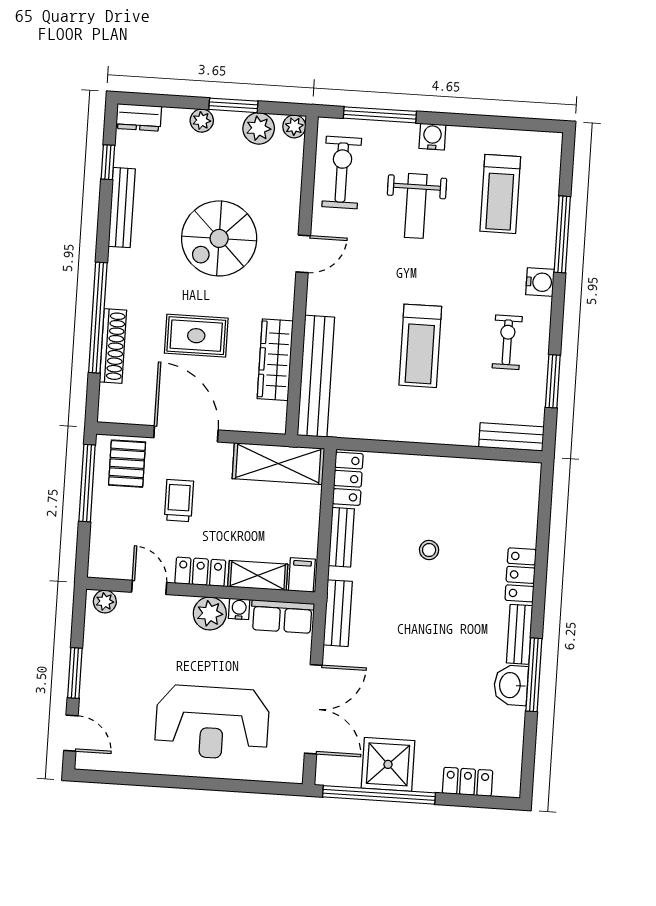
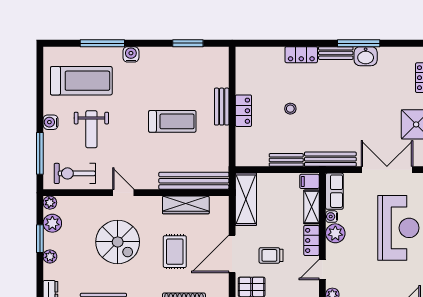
treadmill: (500, 194) -> (81, 81), width x1.37, depth x1.38
weight bench: (416, 206) -> (91, 129), turned 90
exercise bike: (507, 342) -> (167, 71), removed
bench: (511, 437) -> (222, 107), moved
locker: (348, 479) -> (243, 111), moved, turned 90
bench: (338, 613) -> (330, 159), width x1.36

